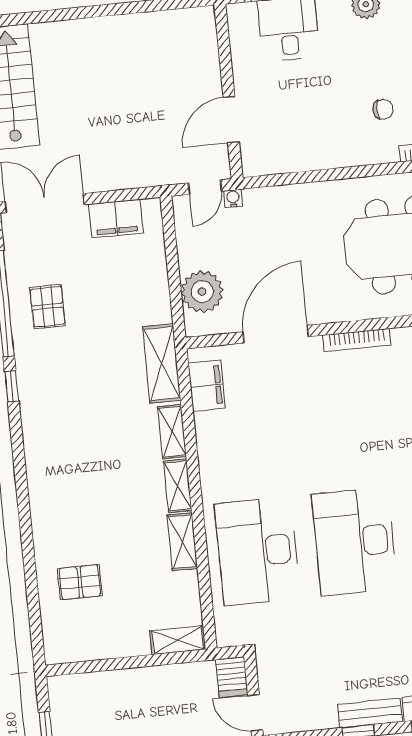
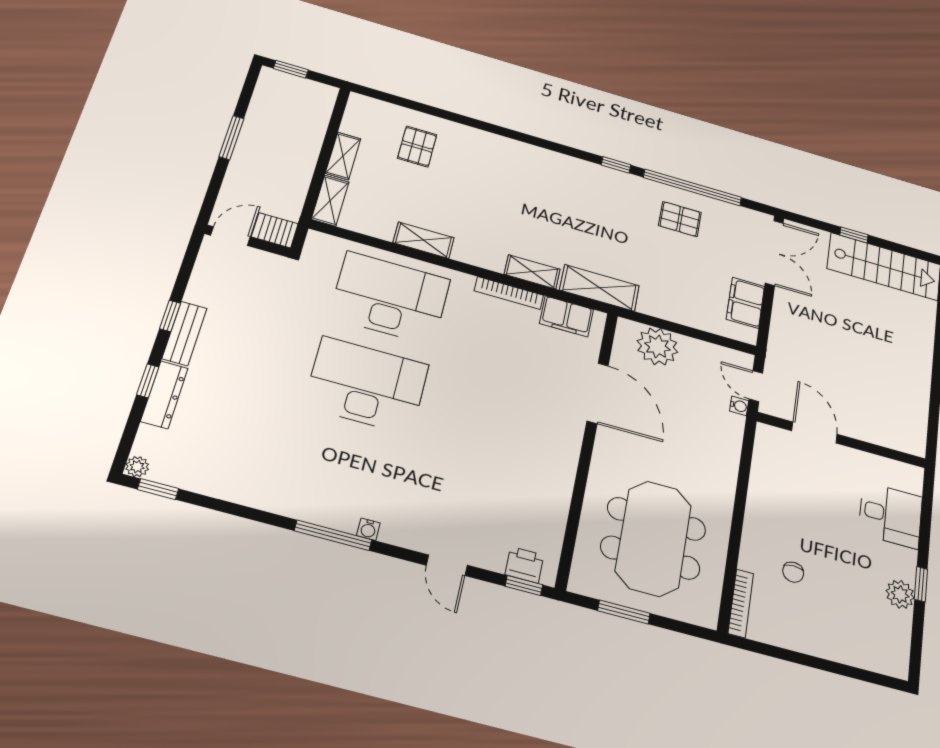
bookcase: (357, 340) -> (509, 293), moved, turned -90
shelving: (178, 486) -> (343, 156), moved, turned 90

